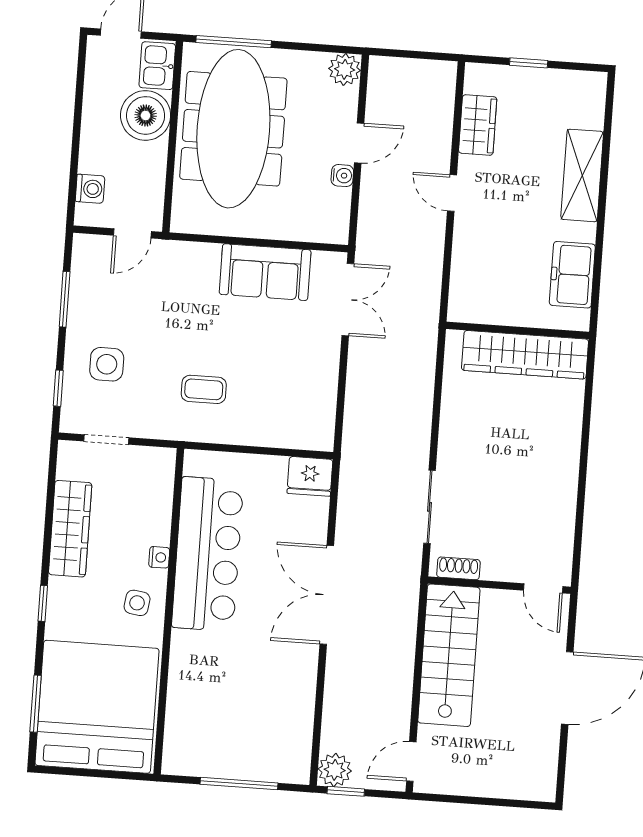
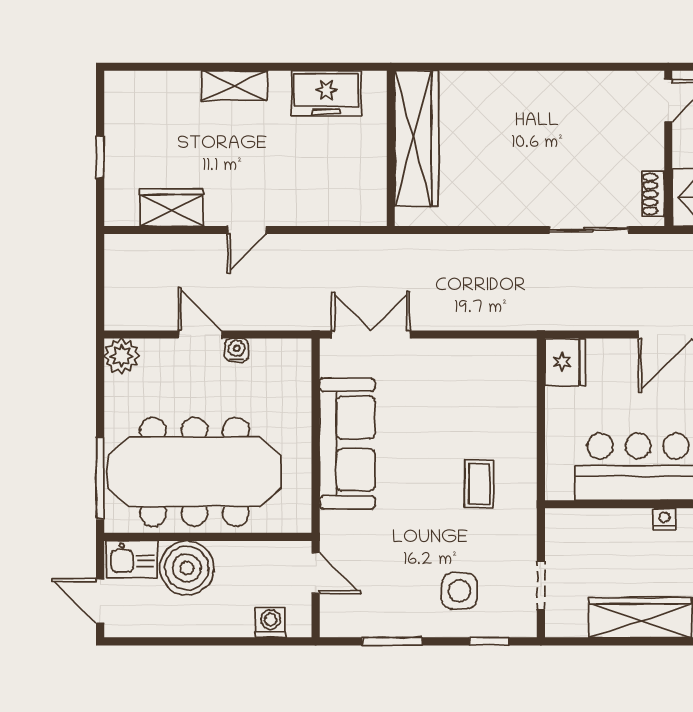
shelving: (582, 175) -> (234, 85), width x0.67, depth x0.75
sofa: (265, 272) -> (347, 444), width x1.36

